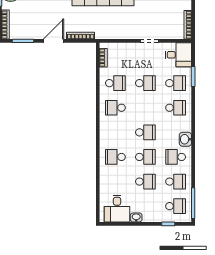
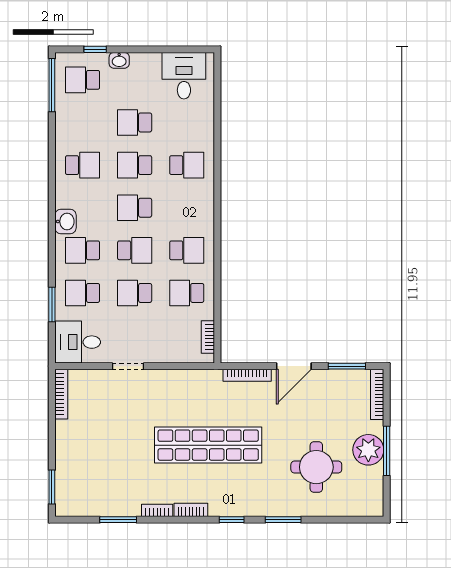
washbasin: (185, 139) -> (65, 221), moved
school desk: (176, 182) -> (135, 250), moved, turned 180
washbasin: (136, 217) -> (119, 60), moved

